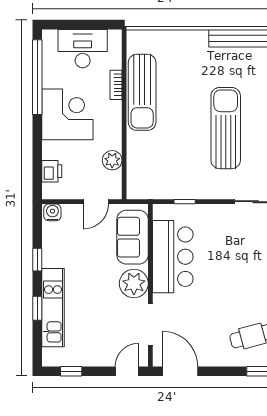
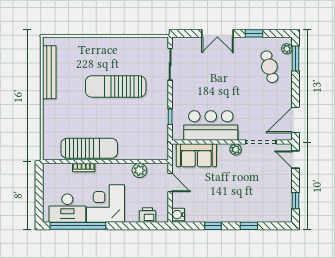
desk: (83, 49) -> (67, 208), moved, turned -90
plant: (134, 284) -> (236, 149), width x0.53, depth x0.53
kitchen unit: (53, 308) -> (248, 214), removed

